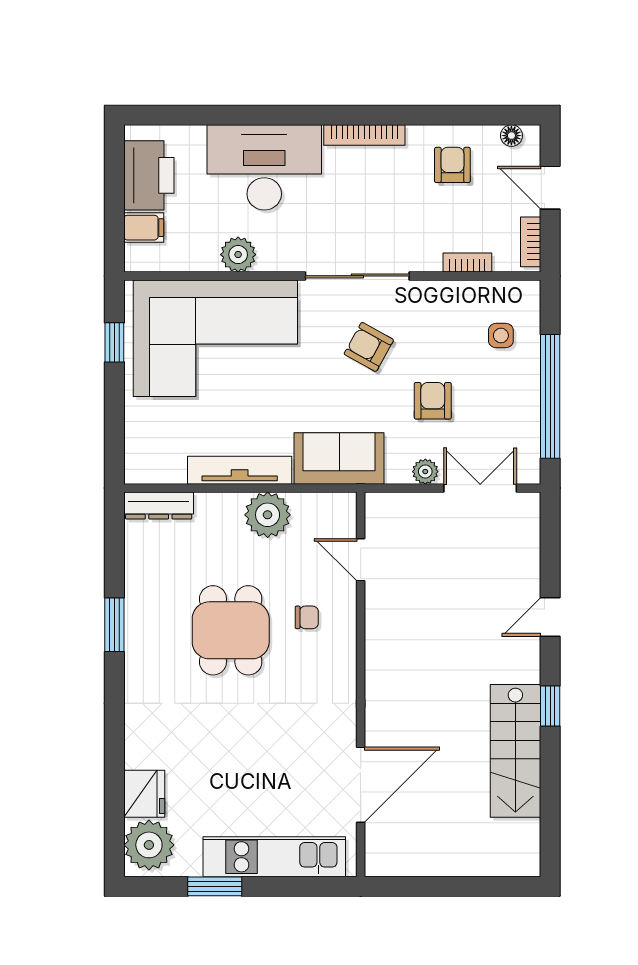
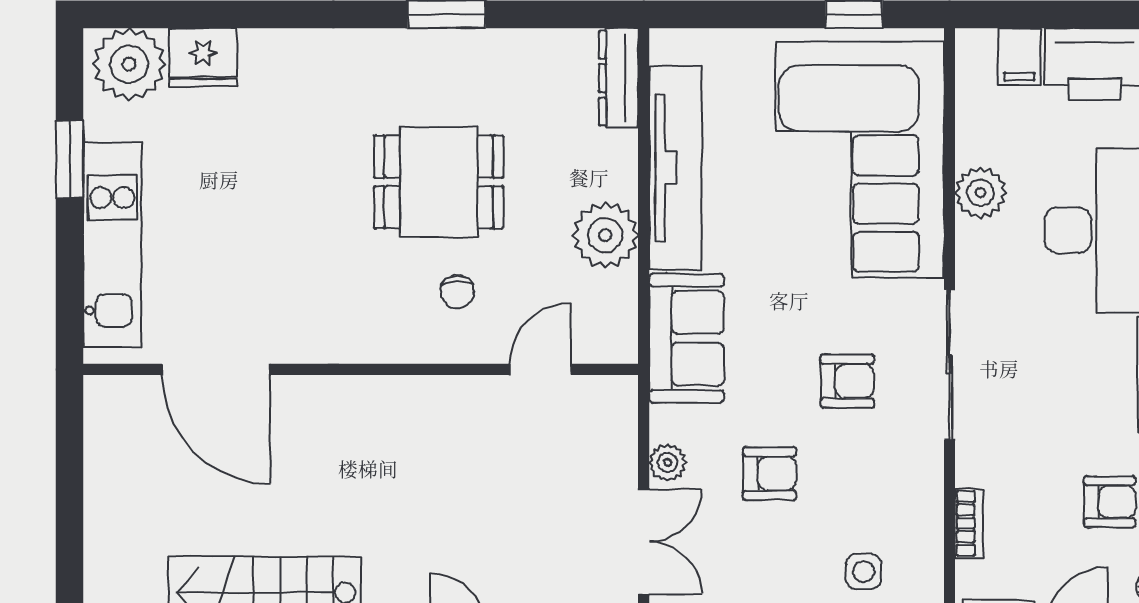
armchair: (369, 347) -> (847, 381), turned 61
tv unit: (240, 470) -> (675, 168), width x1.36, depth x1.29

